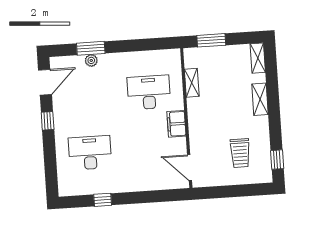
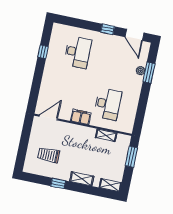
window: (277, 160) -> (58, 183), moved

